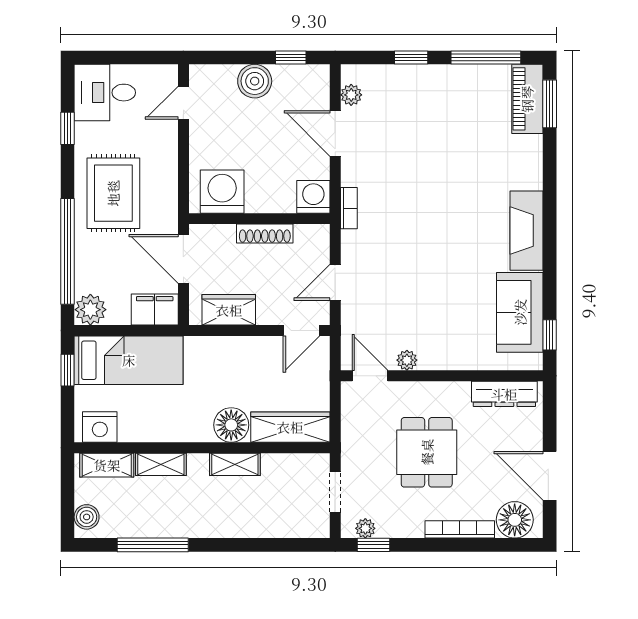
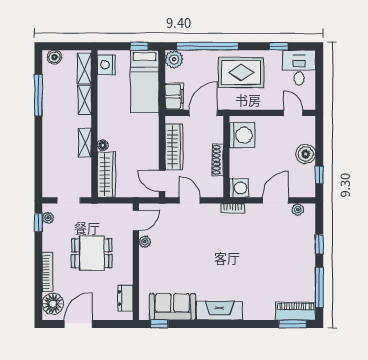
wardrobe: (229, 310) -> (174, 147), width x1.50
dresser: (504, 394) -> (125, 298), width x0.70
floor lamp: (231, 425) -> (103, 145), width x0.53, depth x0.53

